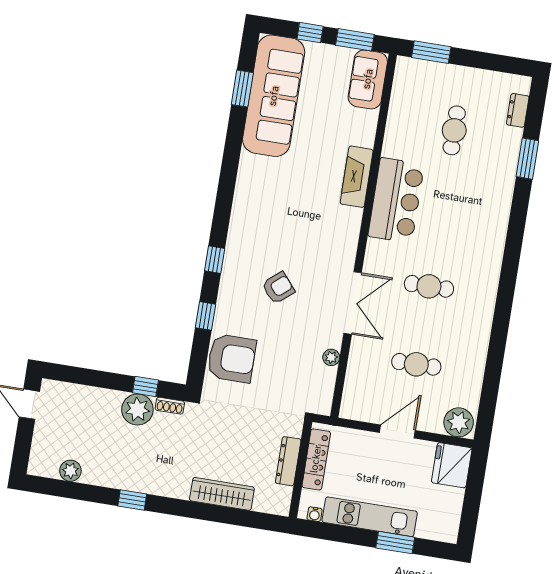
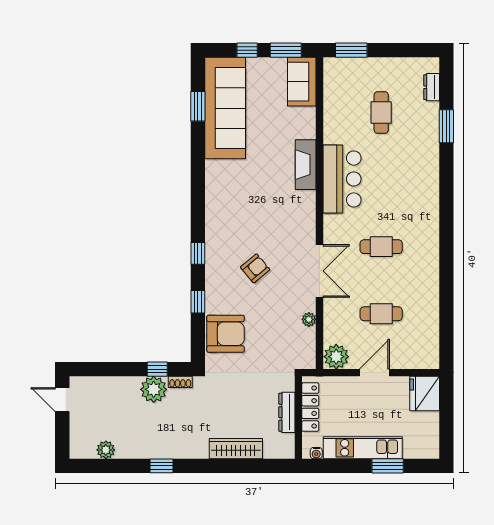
plant: (459, 422) -> (336, 357), moved

